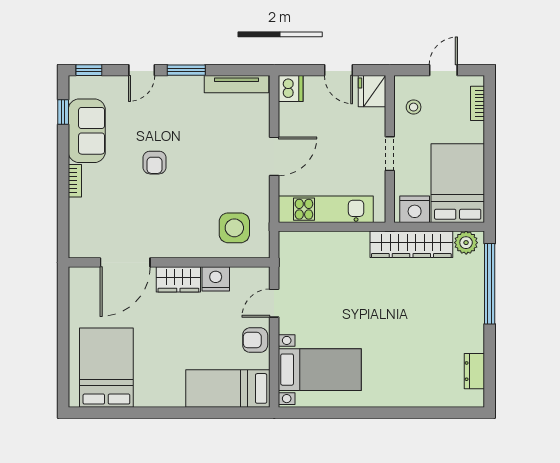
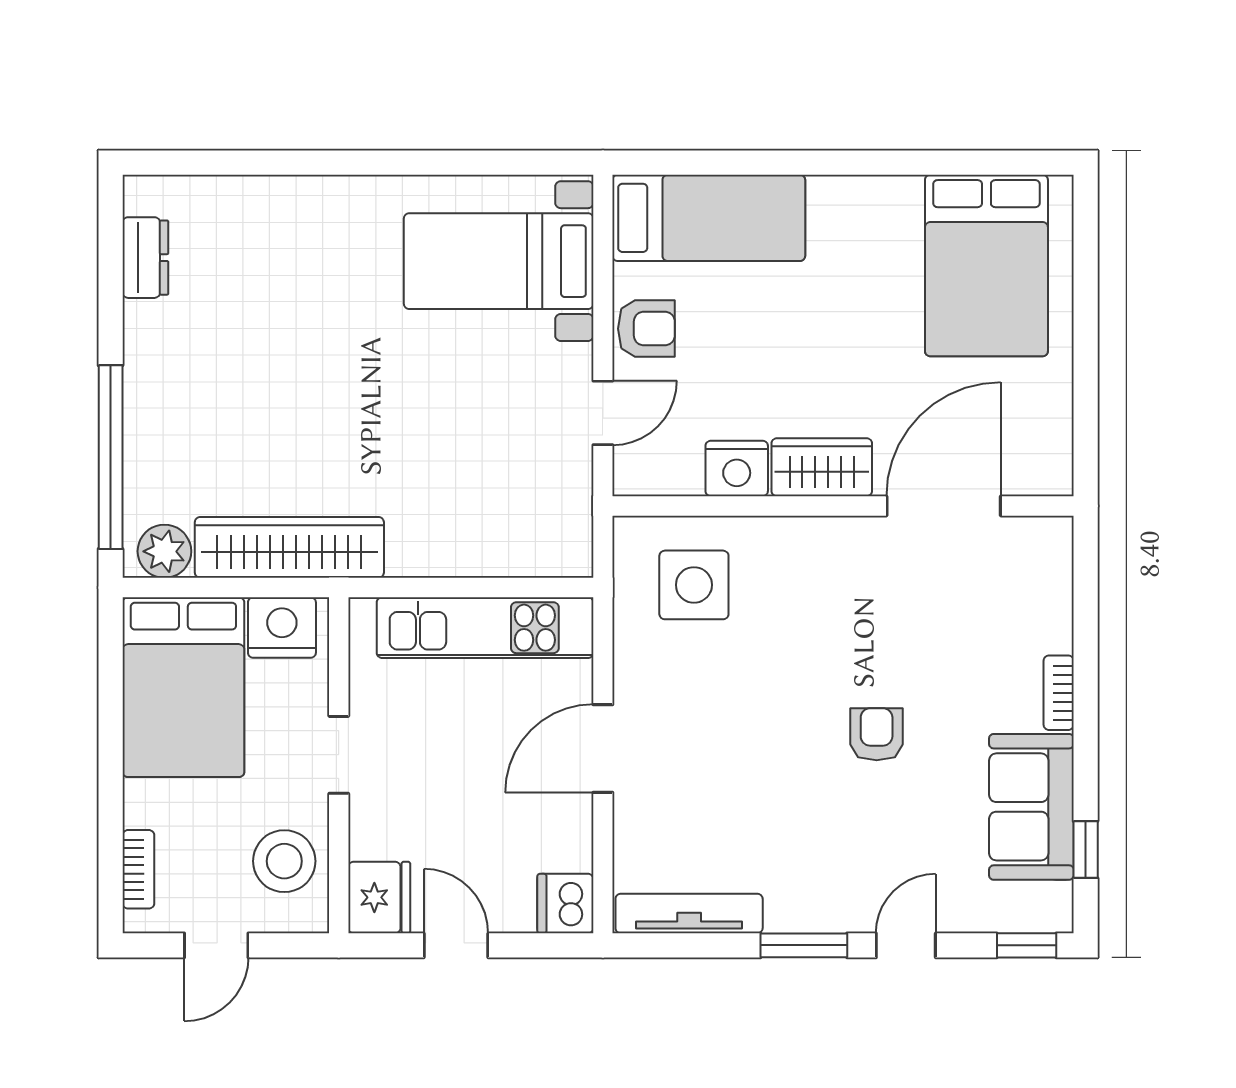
stool: (414, 107) -> (284, 861), width x1.89, depth x1.89

